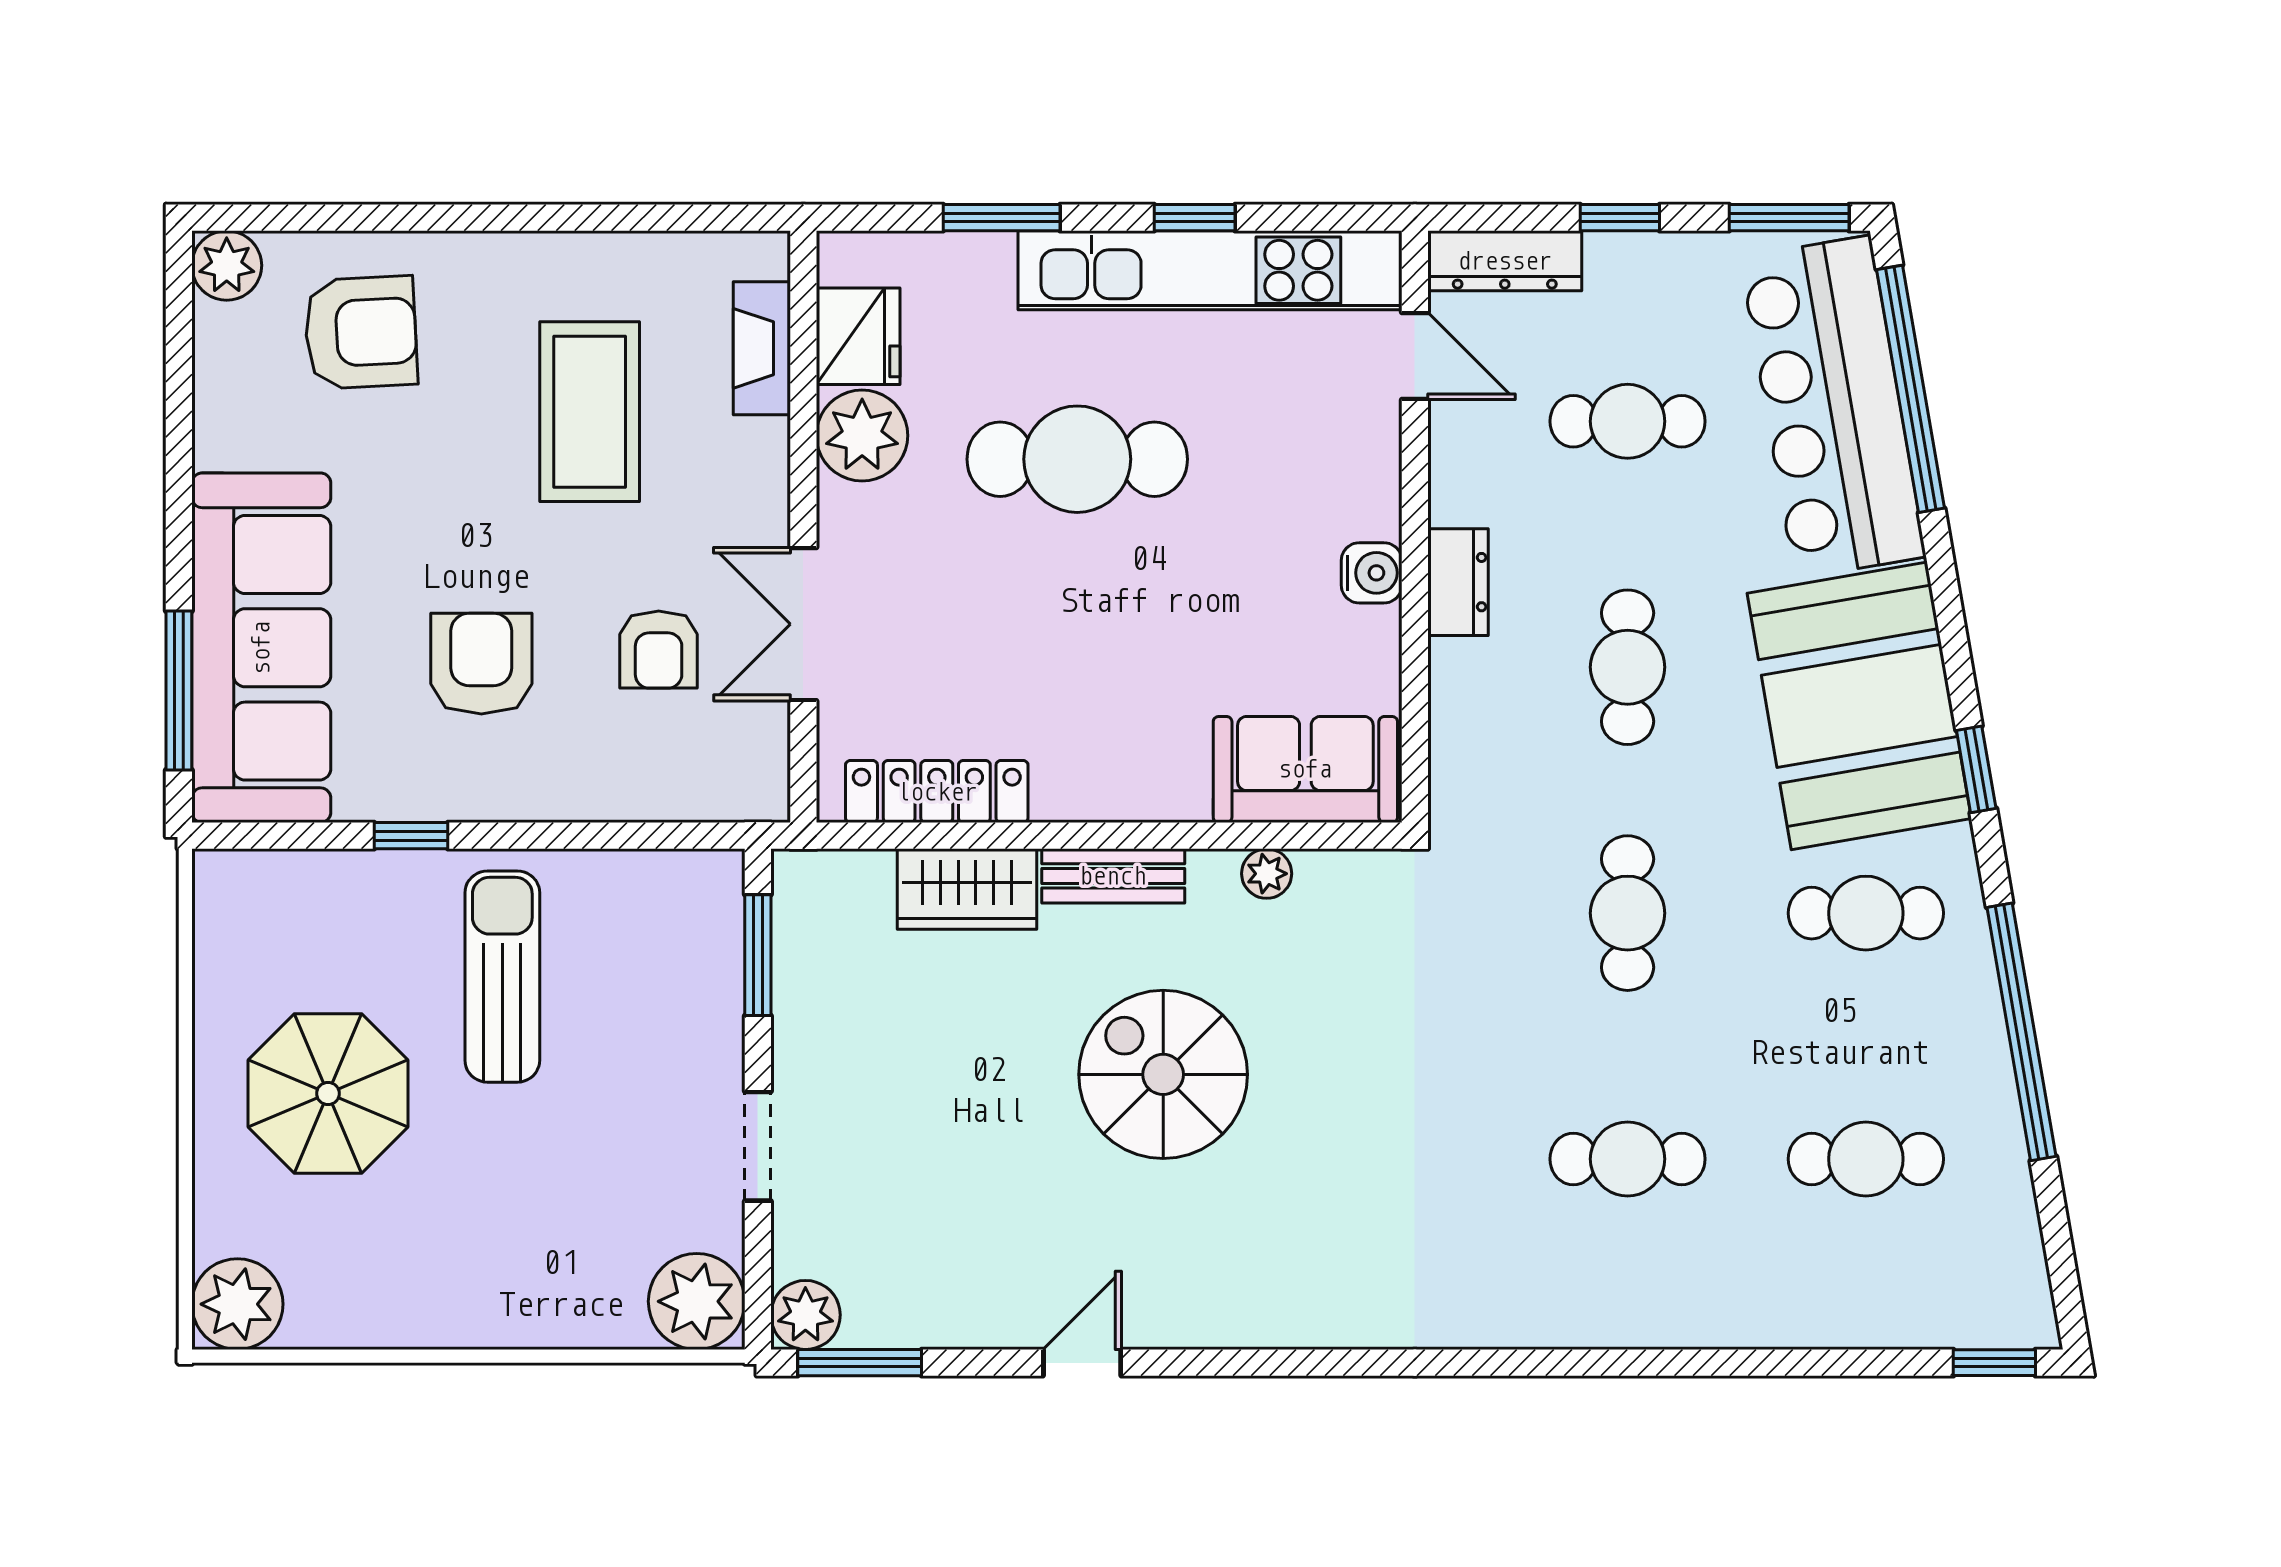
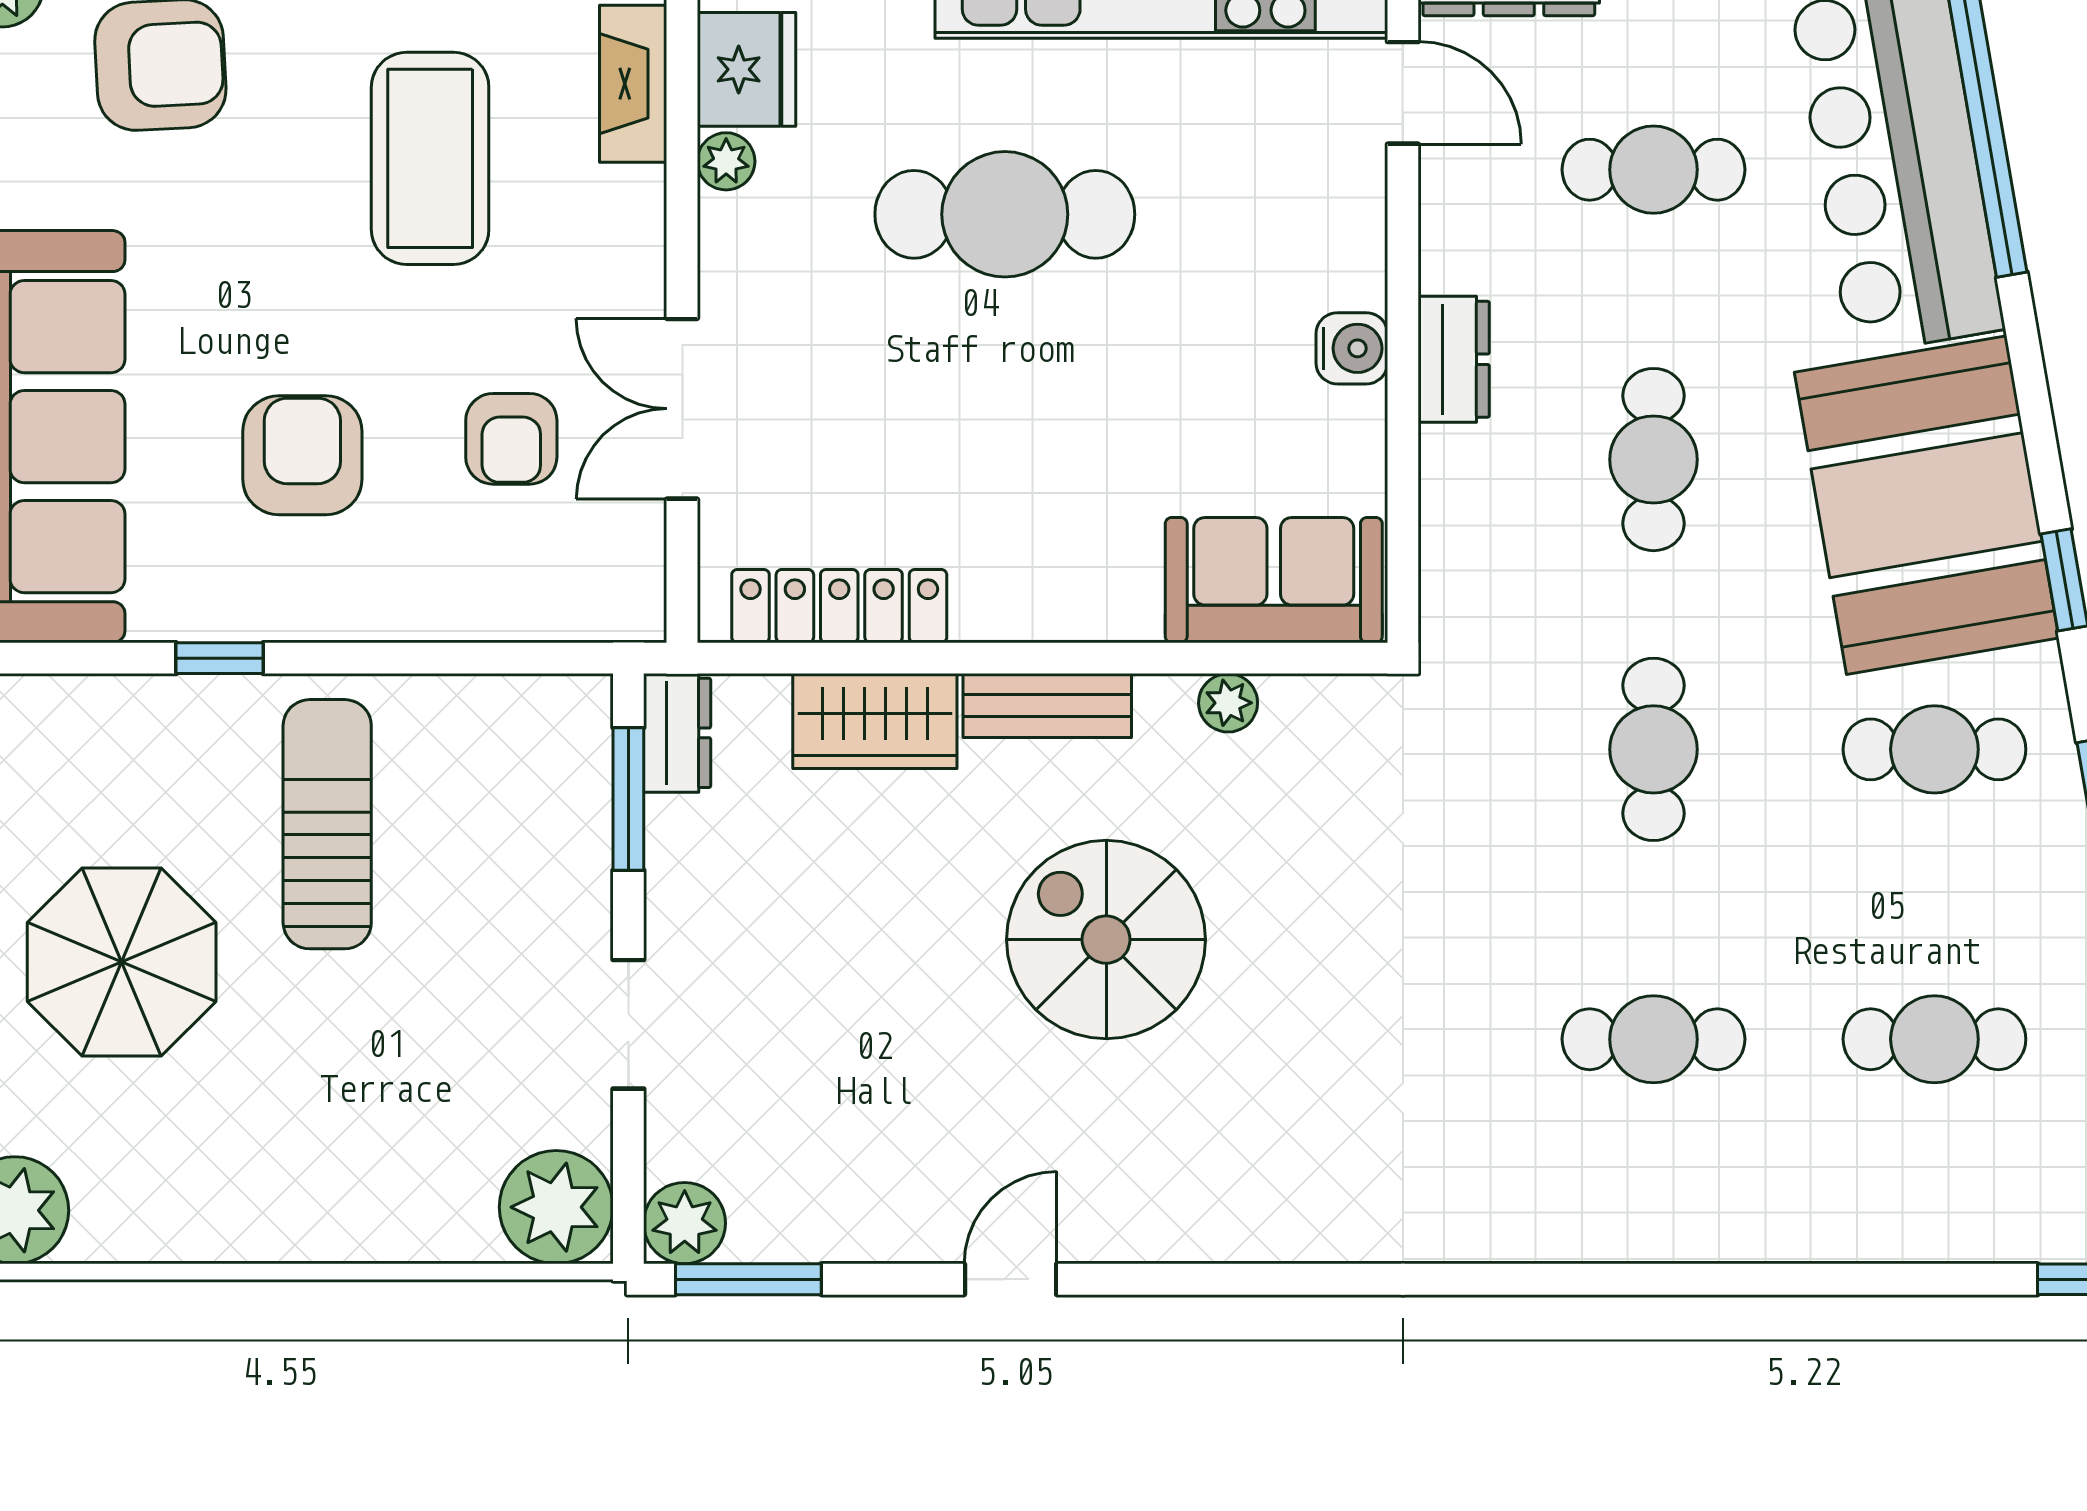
plant: (862, 436) -> (726, 161), width x0.53, depth x0.53
dresser: (799, 899) -> (677, 733), added

